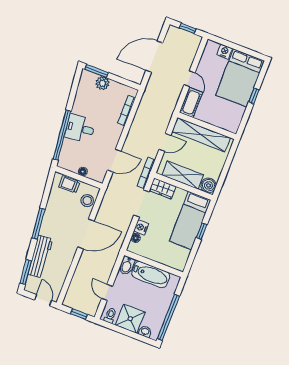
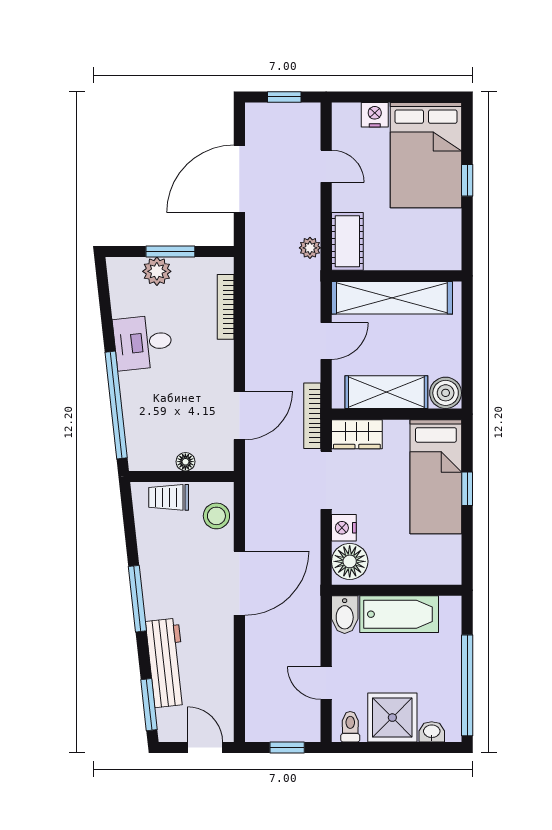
window: (97, 71) -> (170, 251), moved
door: (189, 79) -> (326, 166), moved
plant: (174, 99) -> (310, 248), added
desk: (80, 128) -> (143, 343), moved
floor lamp: (136, 238) -> (350, 561), width x1.89, depth x1.89

